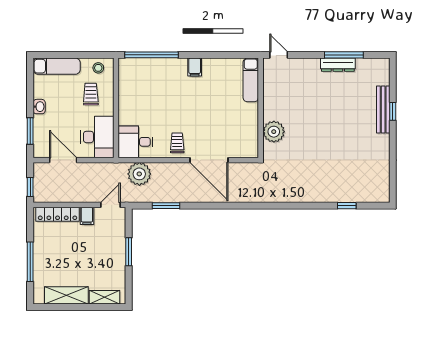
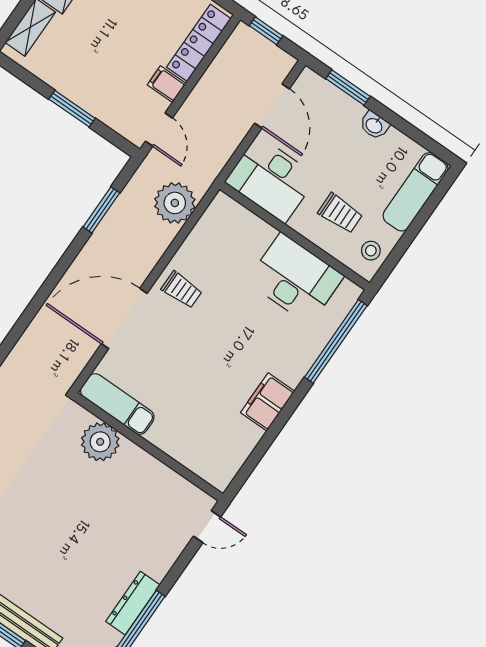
filing cabinet: (195, 67) -> (268, 402), width x2.00
exam couch: (251, 80) -> (117, 404), moved
desk: (136, 142) -> (295, 279), moved, width x1.37
door: (63, 160) -> (272, 106), hinge flipped

